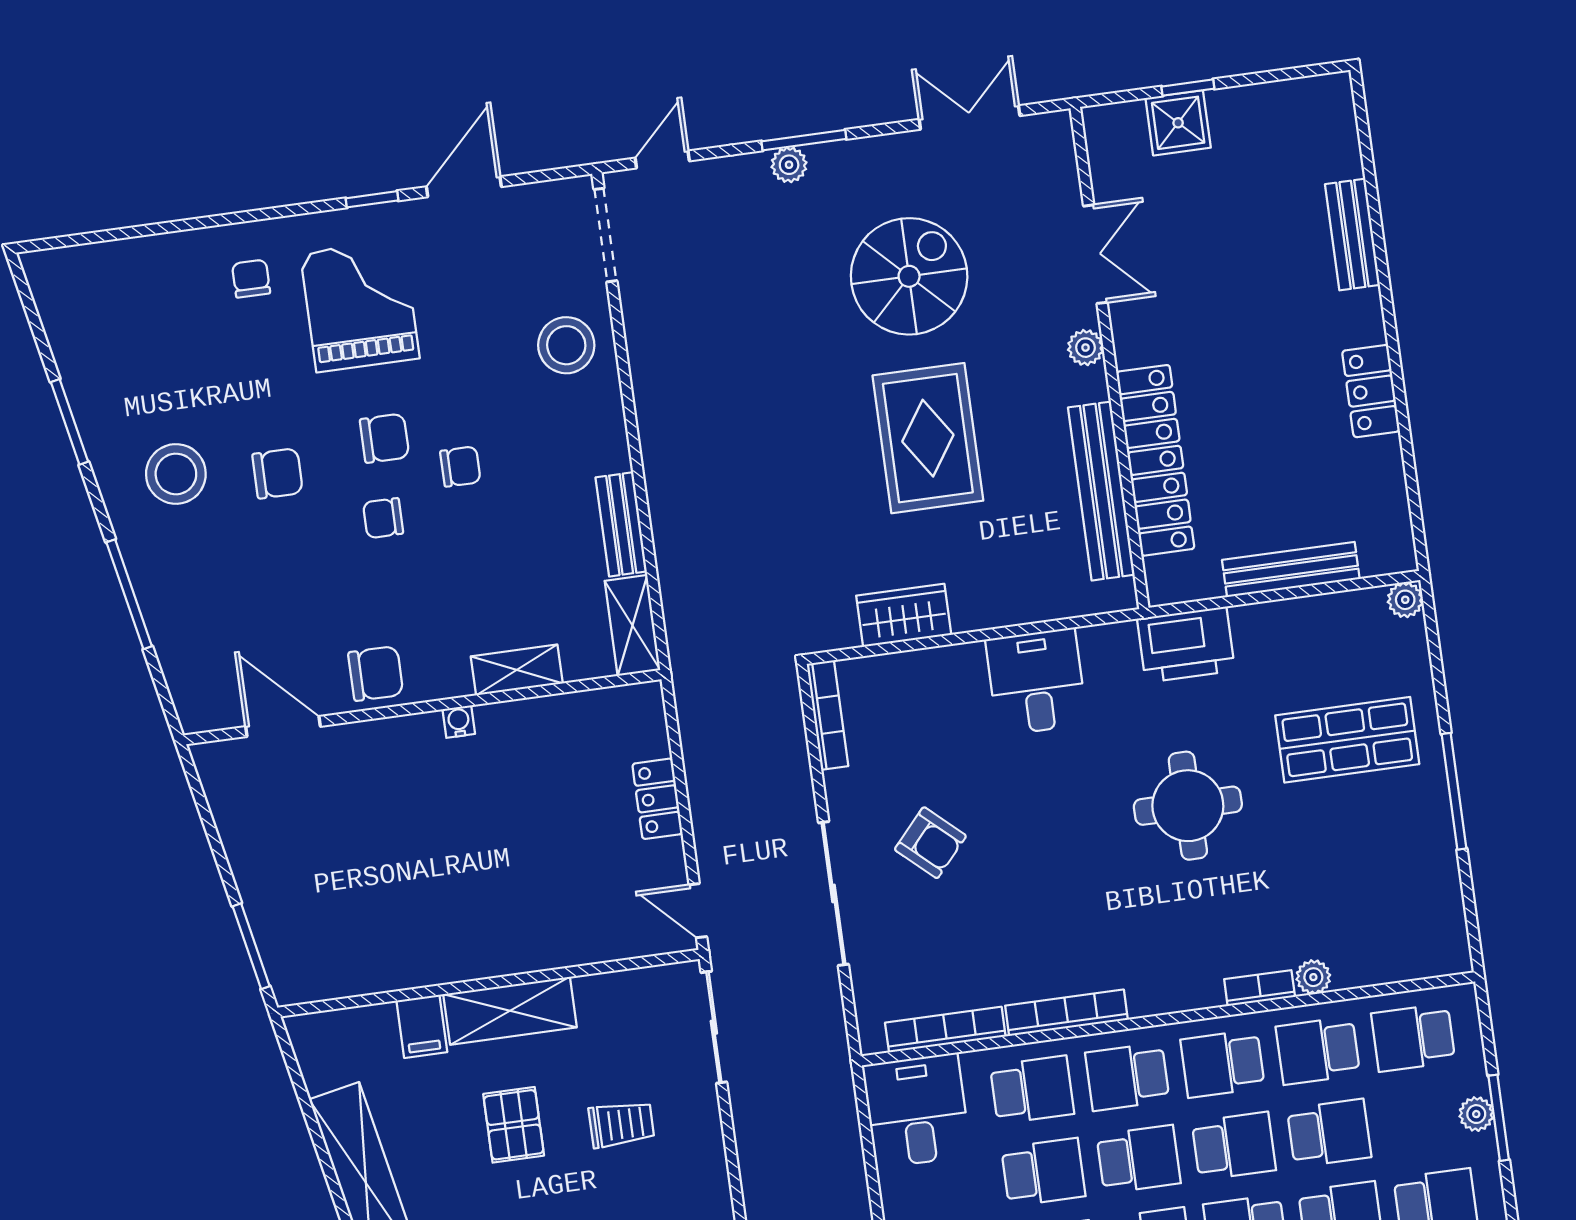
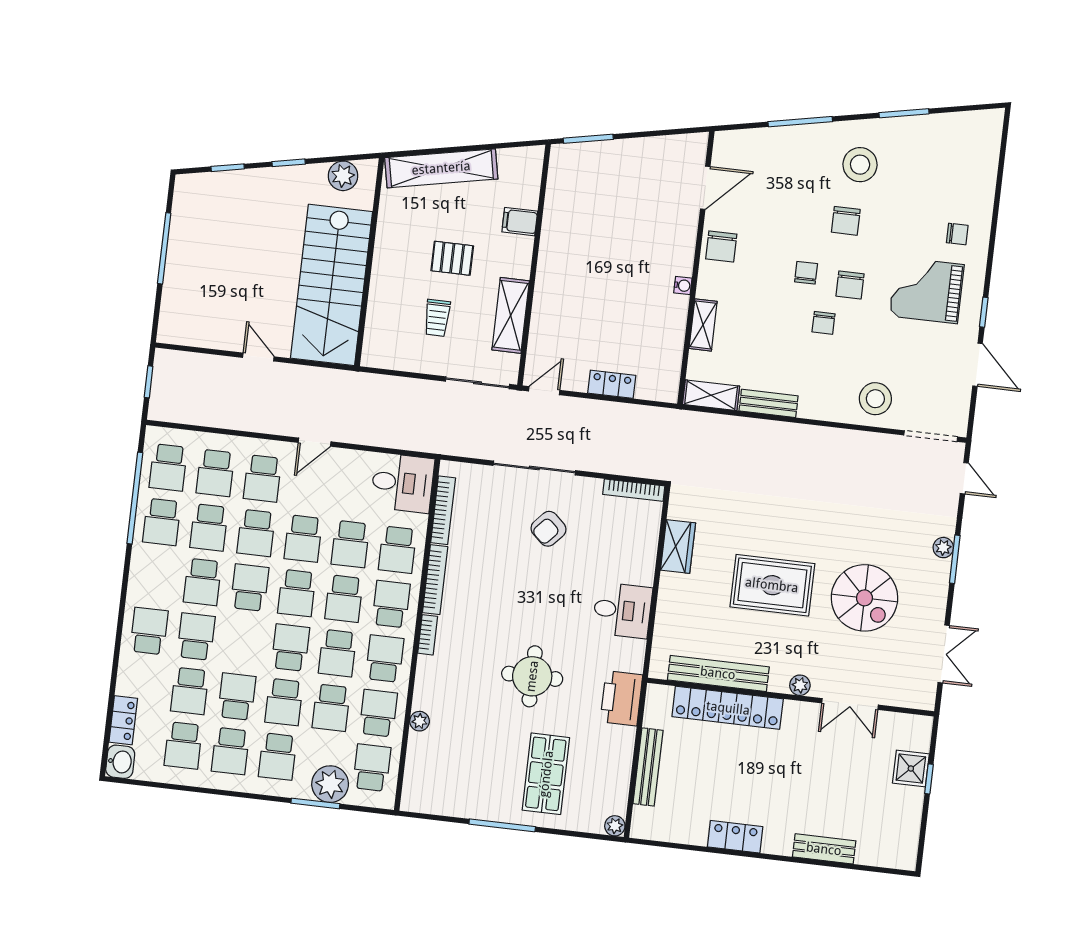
grand piano: (360, 306) -> (927, 290), turned 180
bookcase: (1260, 988) -> (428, 635), moved
shelving: (510, 1011) -> (511, 315), moved
plant: (1476, 1114) -> (330, 784), width x1.87, depth x1.87

